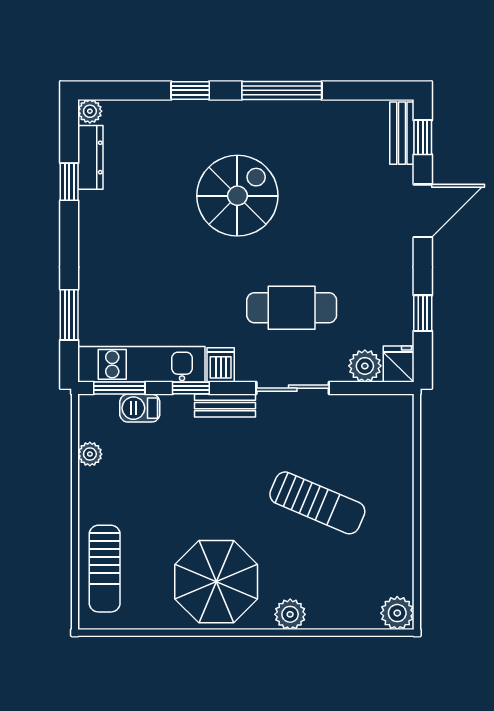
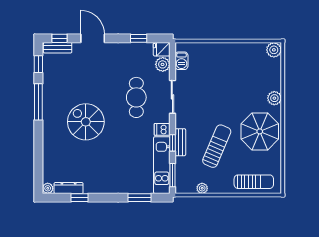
window: (190, 90) -> (38, 64), moved
bench: (225, 406) -> (180, 142), moved
barbecue: (140, 408) -> (181, 61), moved
sun lounger: (317, 503) -> (217, 146), moved

